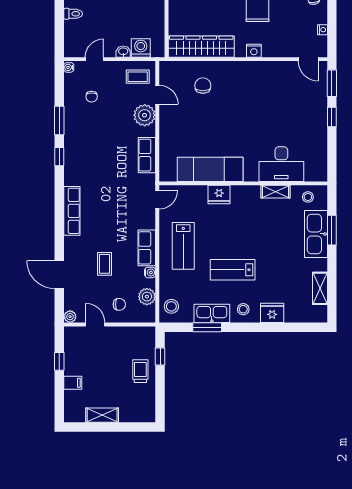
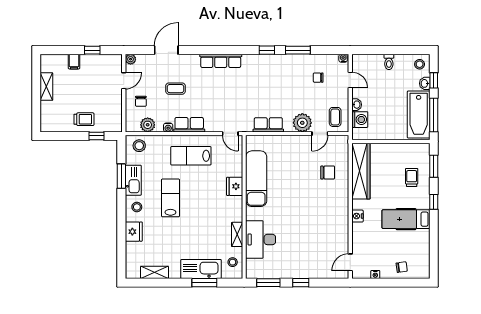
window: (332, 83) -> (268, 283), moved

